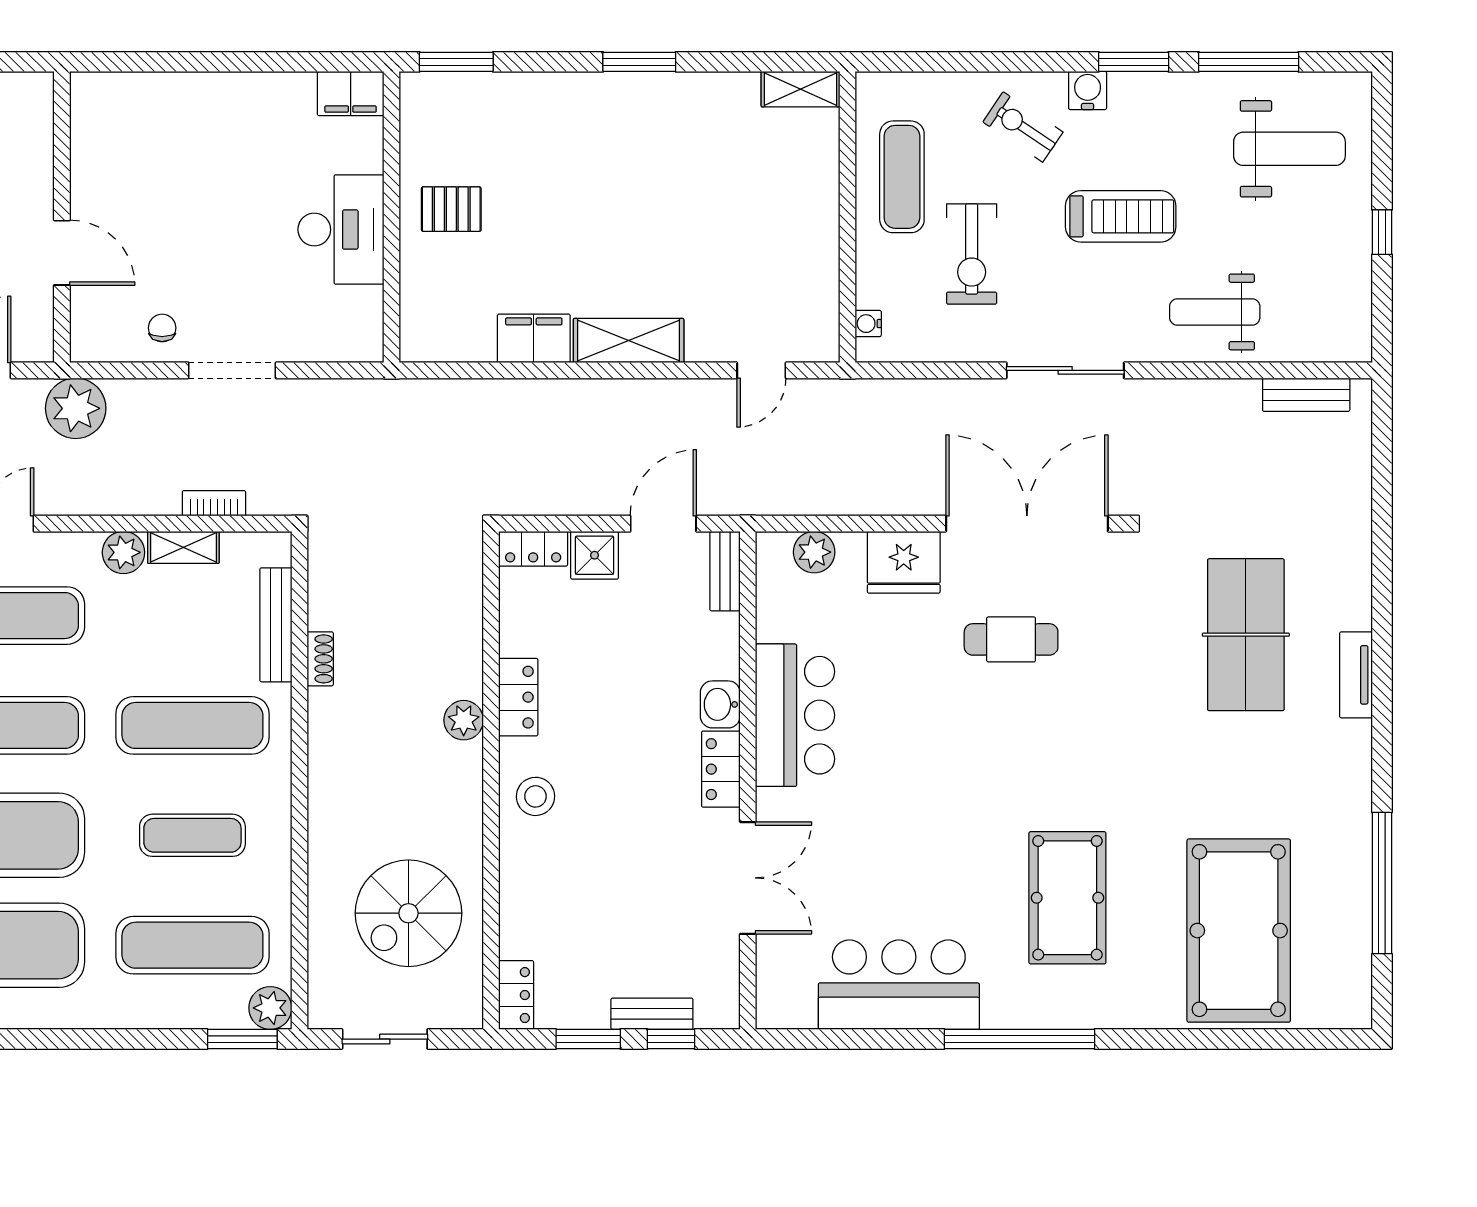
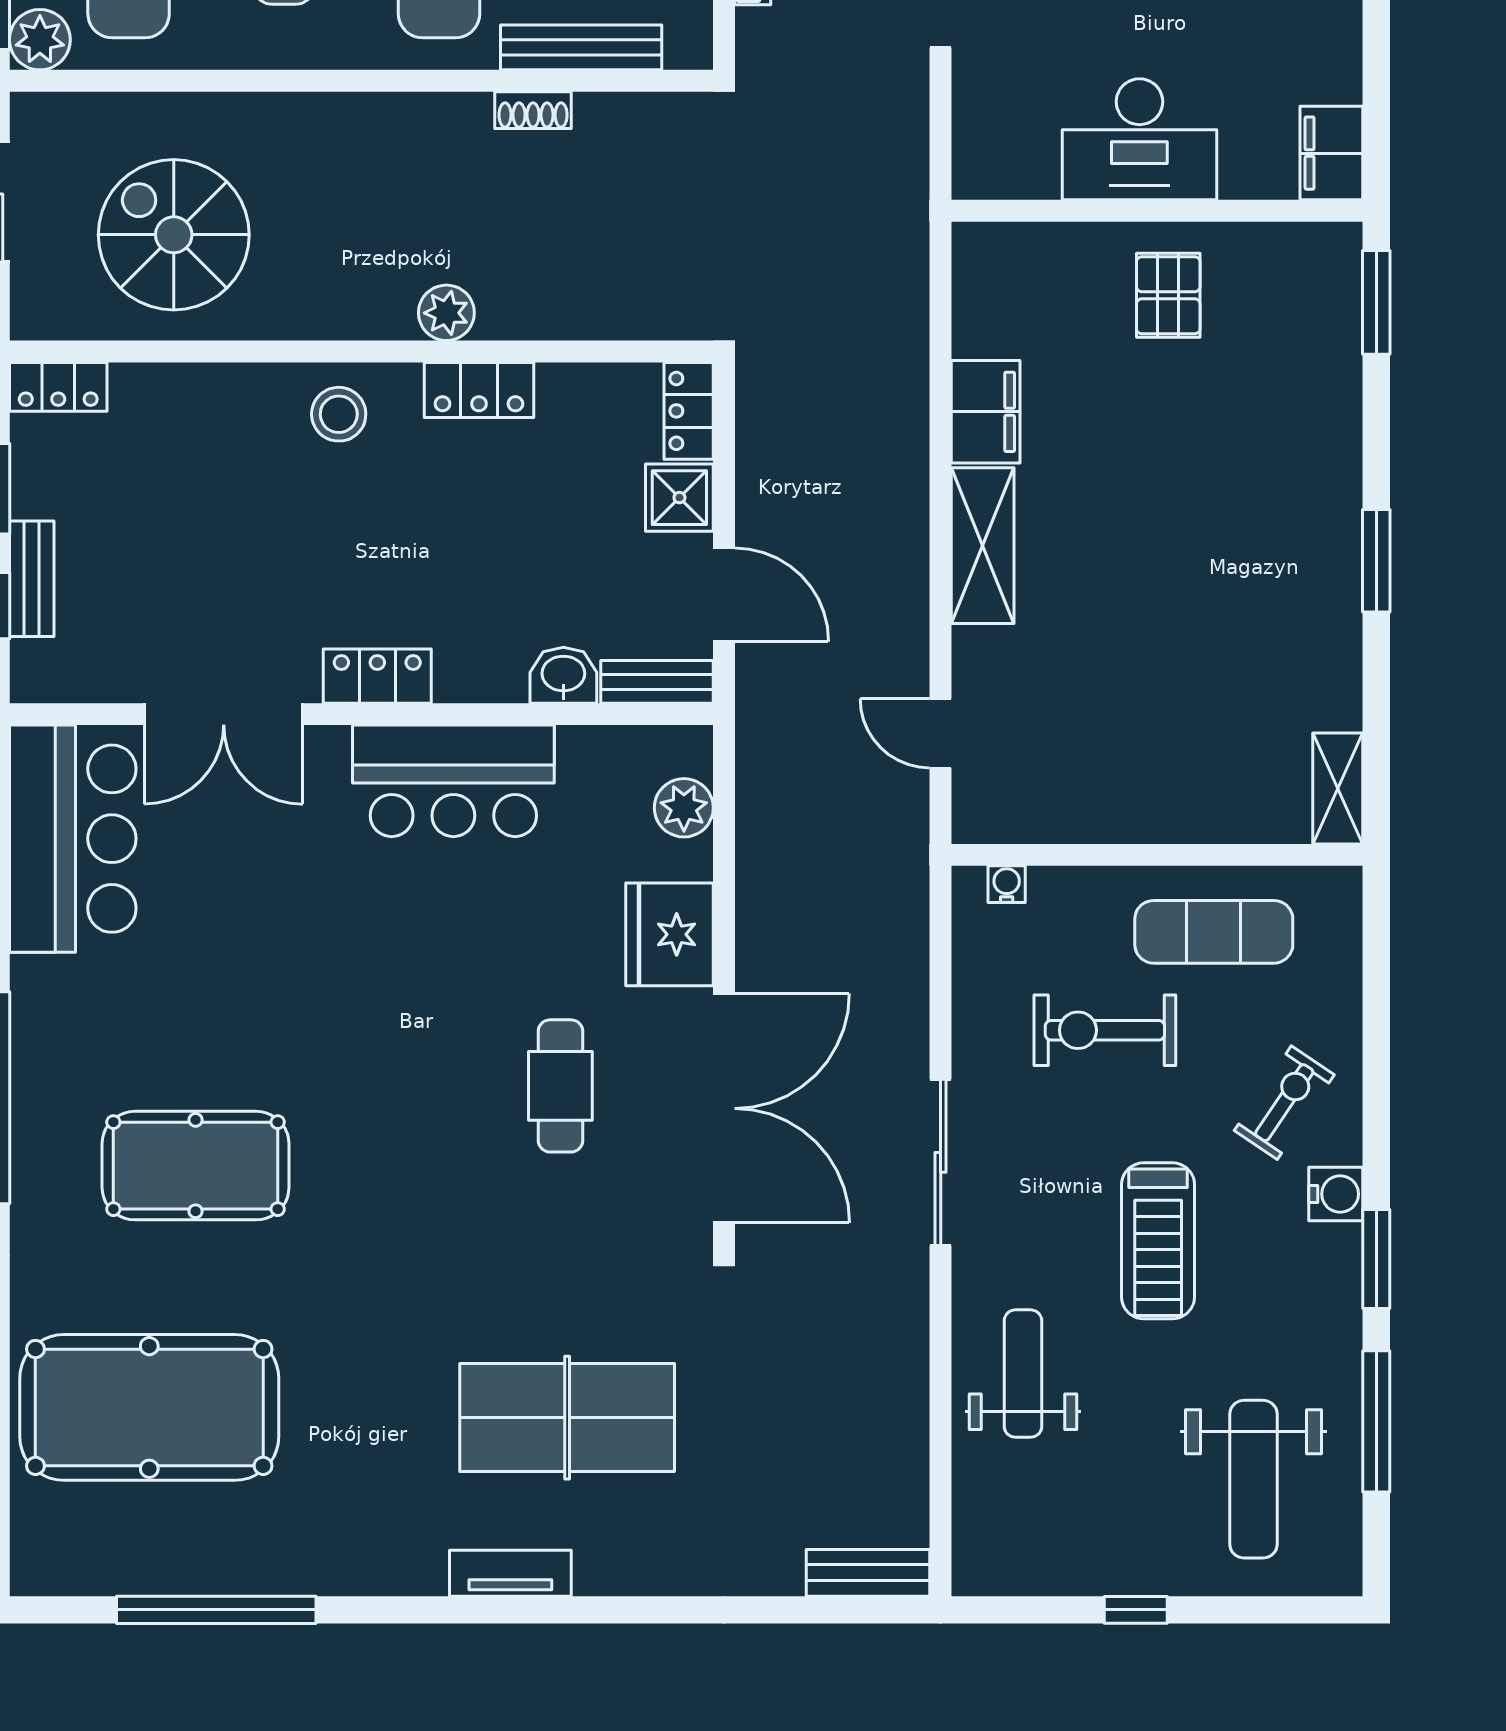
bench: (1306, 395) -> (868, 1573), moved, turned 90
washbasin: (720, 704) -> (563, 675), moved
bar counter: (899, 985) -> (73, 839), moved

